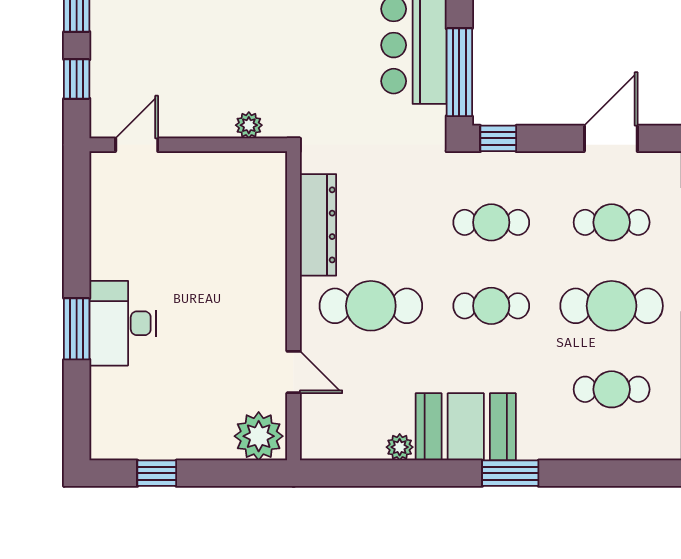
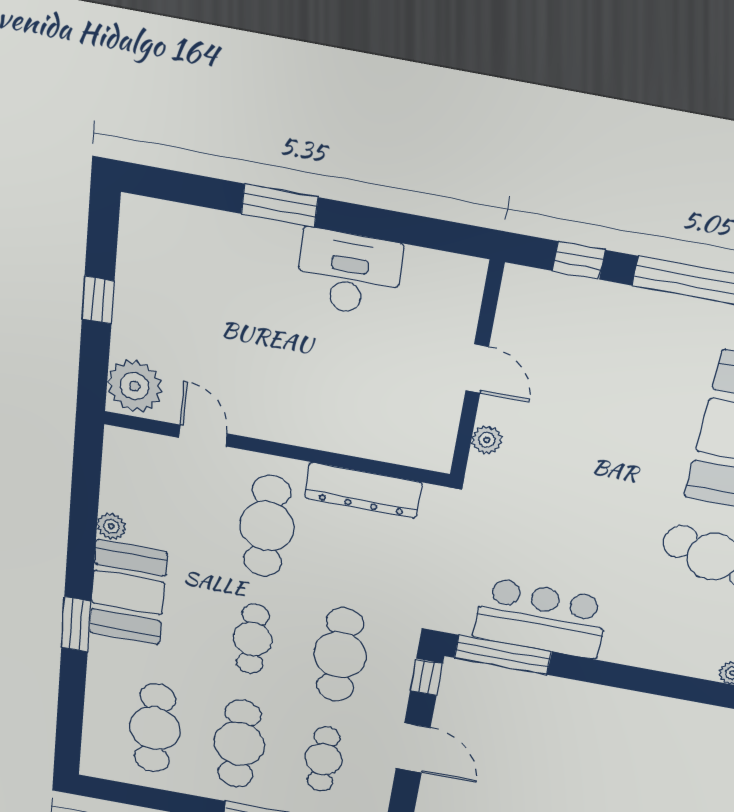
door: (611, 138) -> (413, 748), moved
door: (137, 145) -> (477, 369), moved
cafe table: (491, 222) -> (340, 655), width x1.37, depth x1.35
desk: (123, 323) -> (349, 273), moved
door: (294, 372) -> (203, 436), swing flipped
cafe table: (612, 389) -> (155, 728), width x1.37, depth x1.35
window: (157, 473) -> (98, 300), moved

